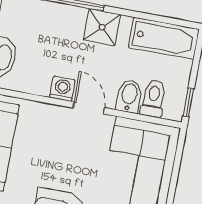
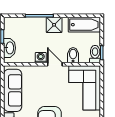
toilet: (153, 98) -> (95, 54), moved

